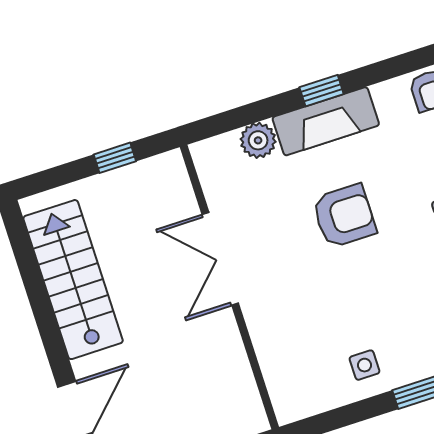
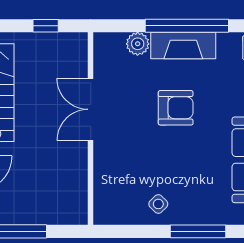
window: (322, 91) -> (187, 26), width x3.17
side table: (364, 365) -> (158, 204), turned 45

